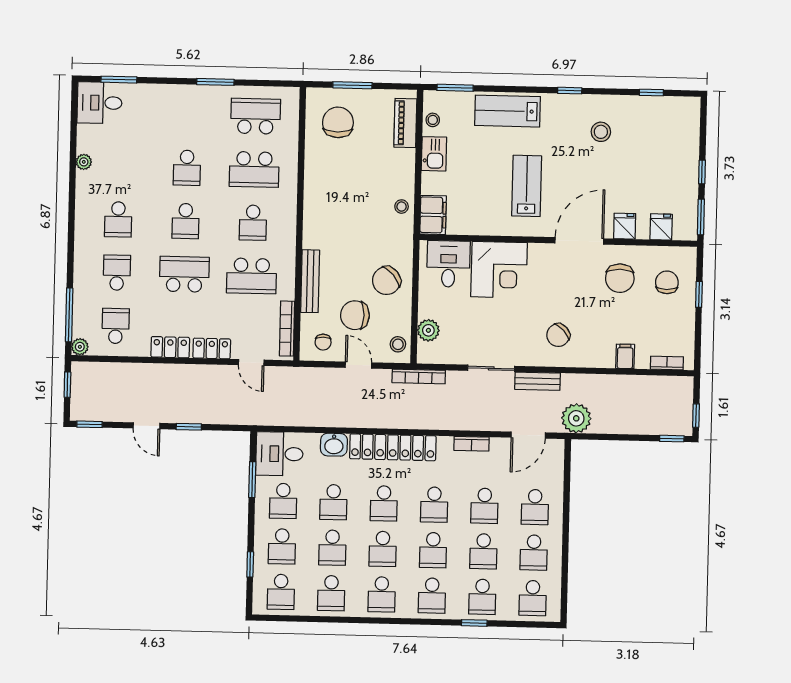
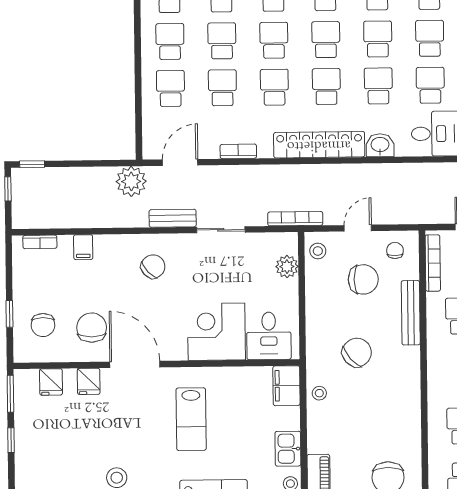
door: (579, 241) -> (135, 364), swing flipped
chair: (386, 281) -> (357, 352), moved
door: (358, 365) -> (358, 228), swing flipped

